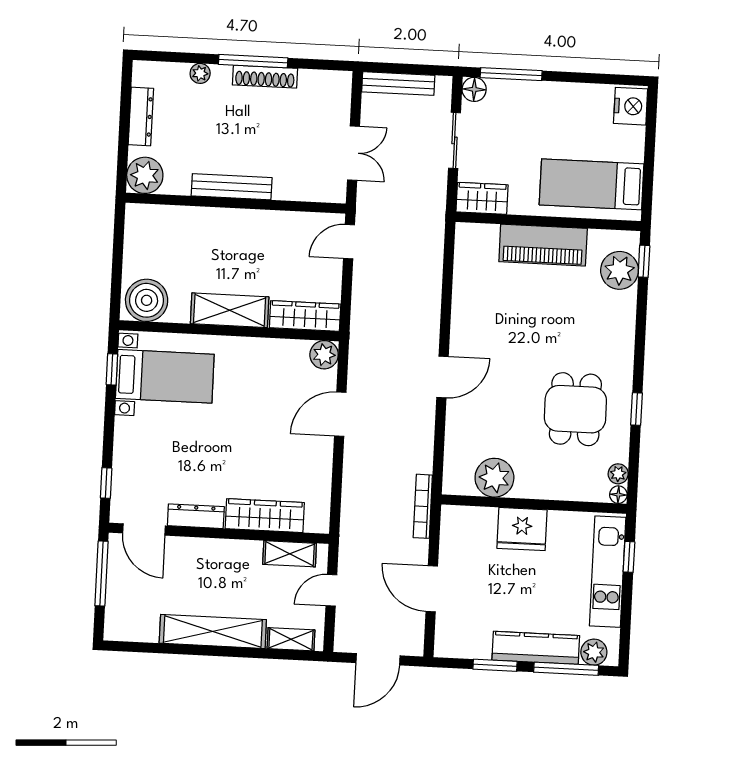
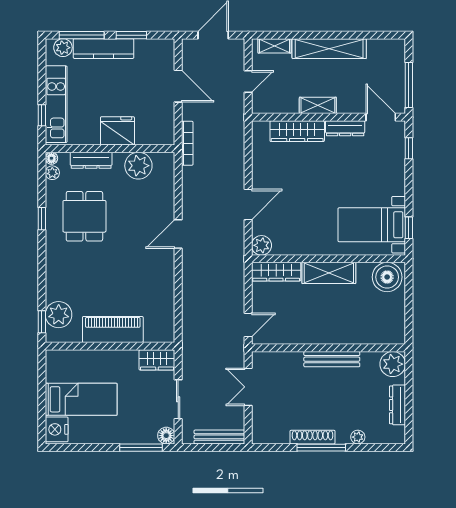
bed: (592, 184) -> (81, 399), moved
dresser: (562, 489) -> (91, 160), added
shelving: (290, 554) -> (318, 105), moved

